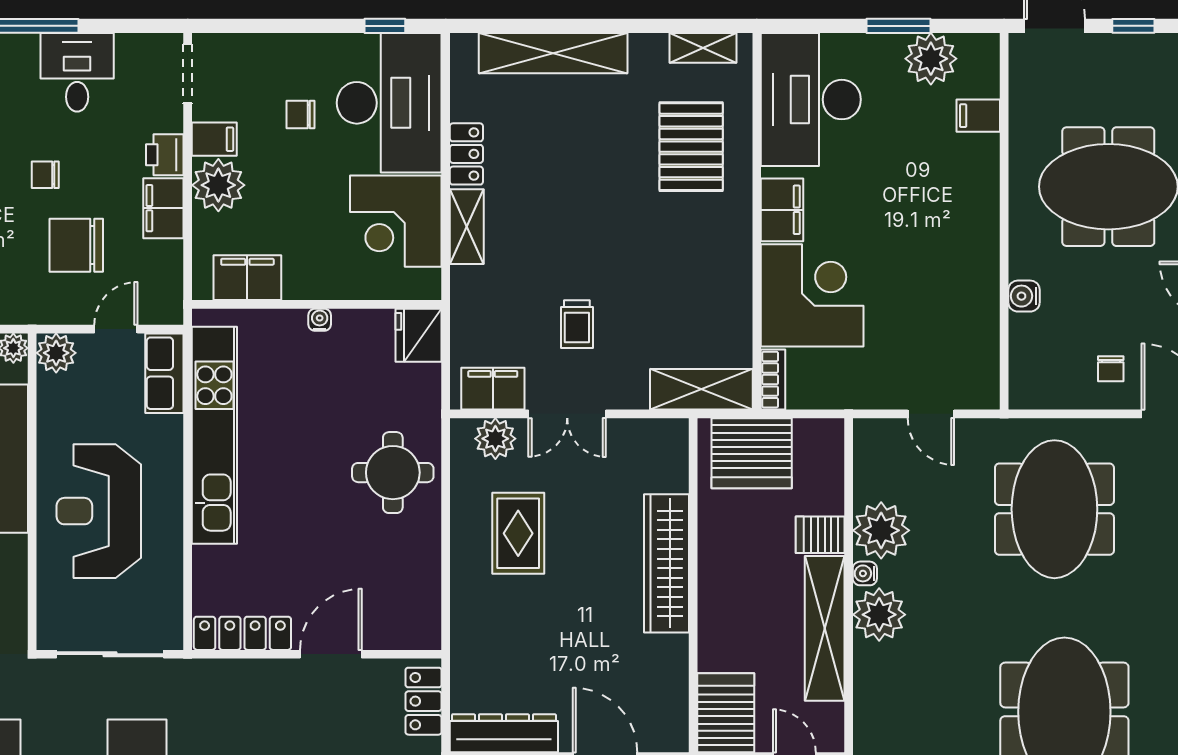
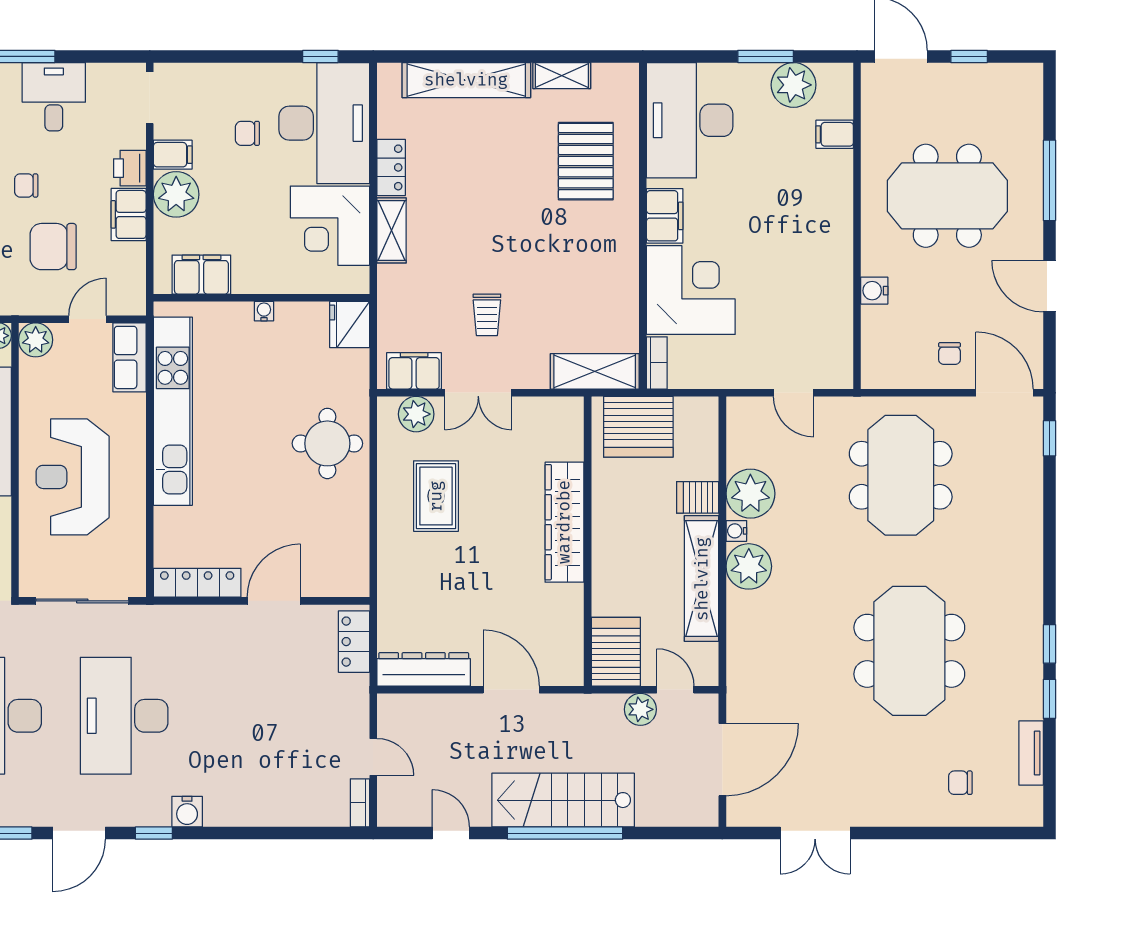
shelving: (703, 48) -> (562, 76), moved

